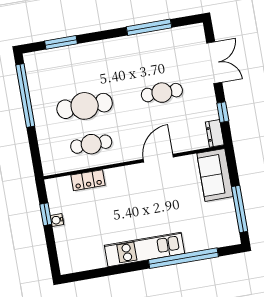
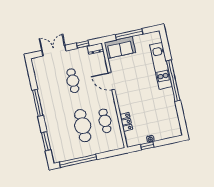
window: (149, 27) -> (38, 103), moved
window: (240, 209) -> (129, 34), moved
kitchen unit: (144, 249) -> (161, 66), moved
window: (183, 258) -> (173, 81), moved

